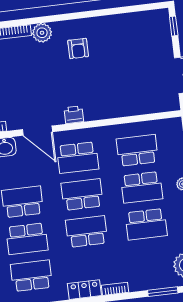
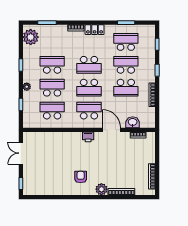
school desk: (137, 150) -> (52, 111), turned 180
school desk: (31, 276) -> (126, 42), turned 180

